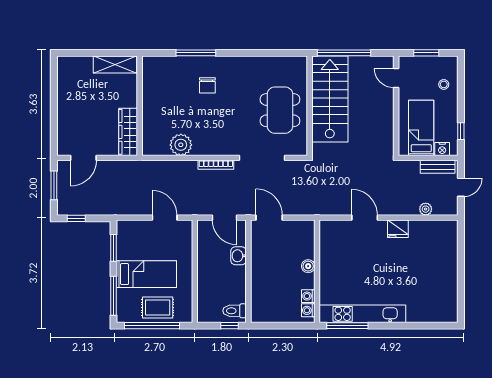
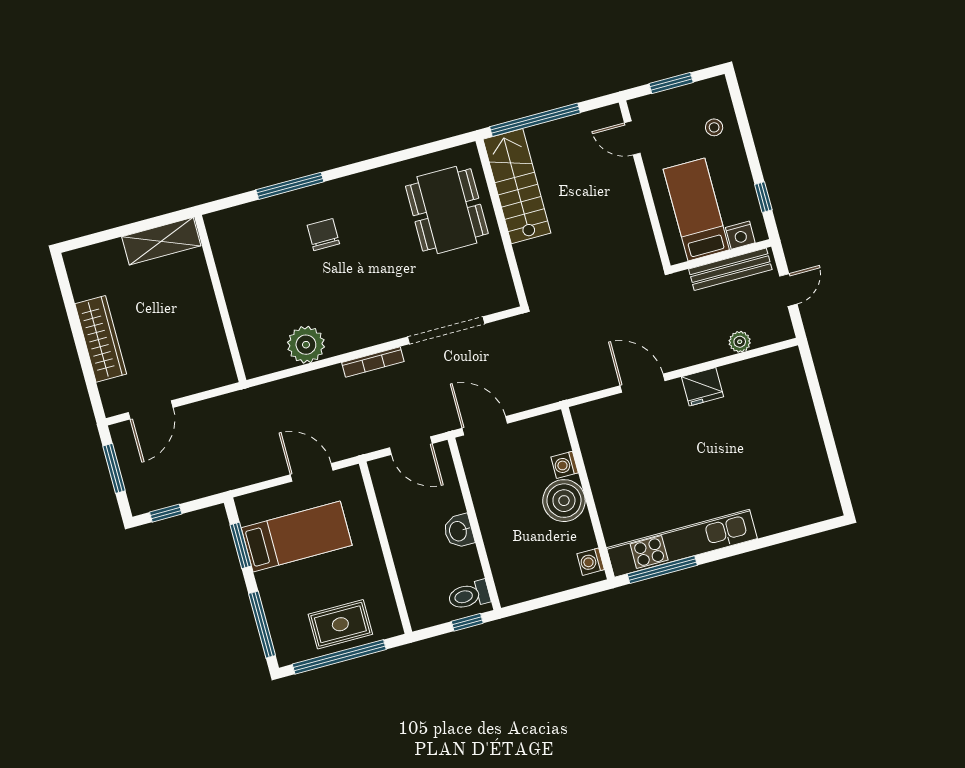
chair: (207, 85) -> (323, 235), turned 180
stairs: (330, 99) -> (517, 186), width x0.73, depth x0.66
dining table: (280, 110) -> (447, 210), moved
wardrobe: (128, 132) -> (101, 339), moved, turned 180
bench: (438, 167) -> (730, 269), width x1.36
washbasin: (239, 256) -> (459, 531), moved
boiler: (308, 266) -> (564, 501), width x1.86, depth x1.86
bed: (146, 274) -> (297, 536), moved
washing machine: (308, 296) -> (565, 465), moved

